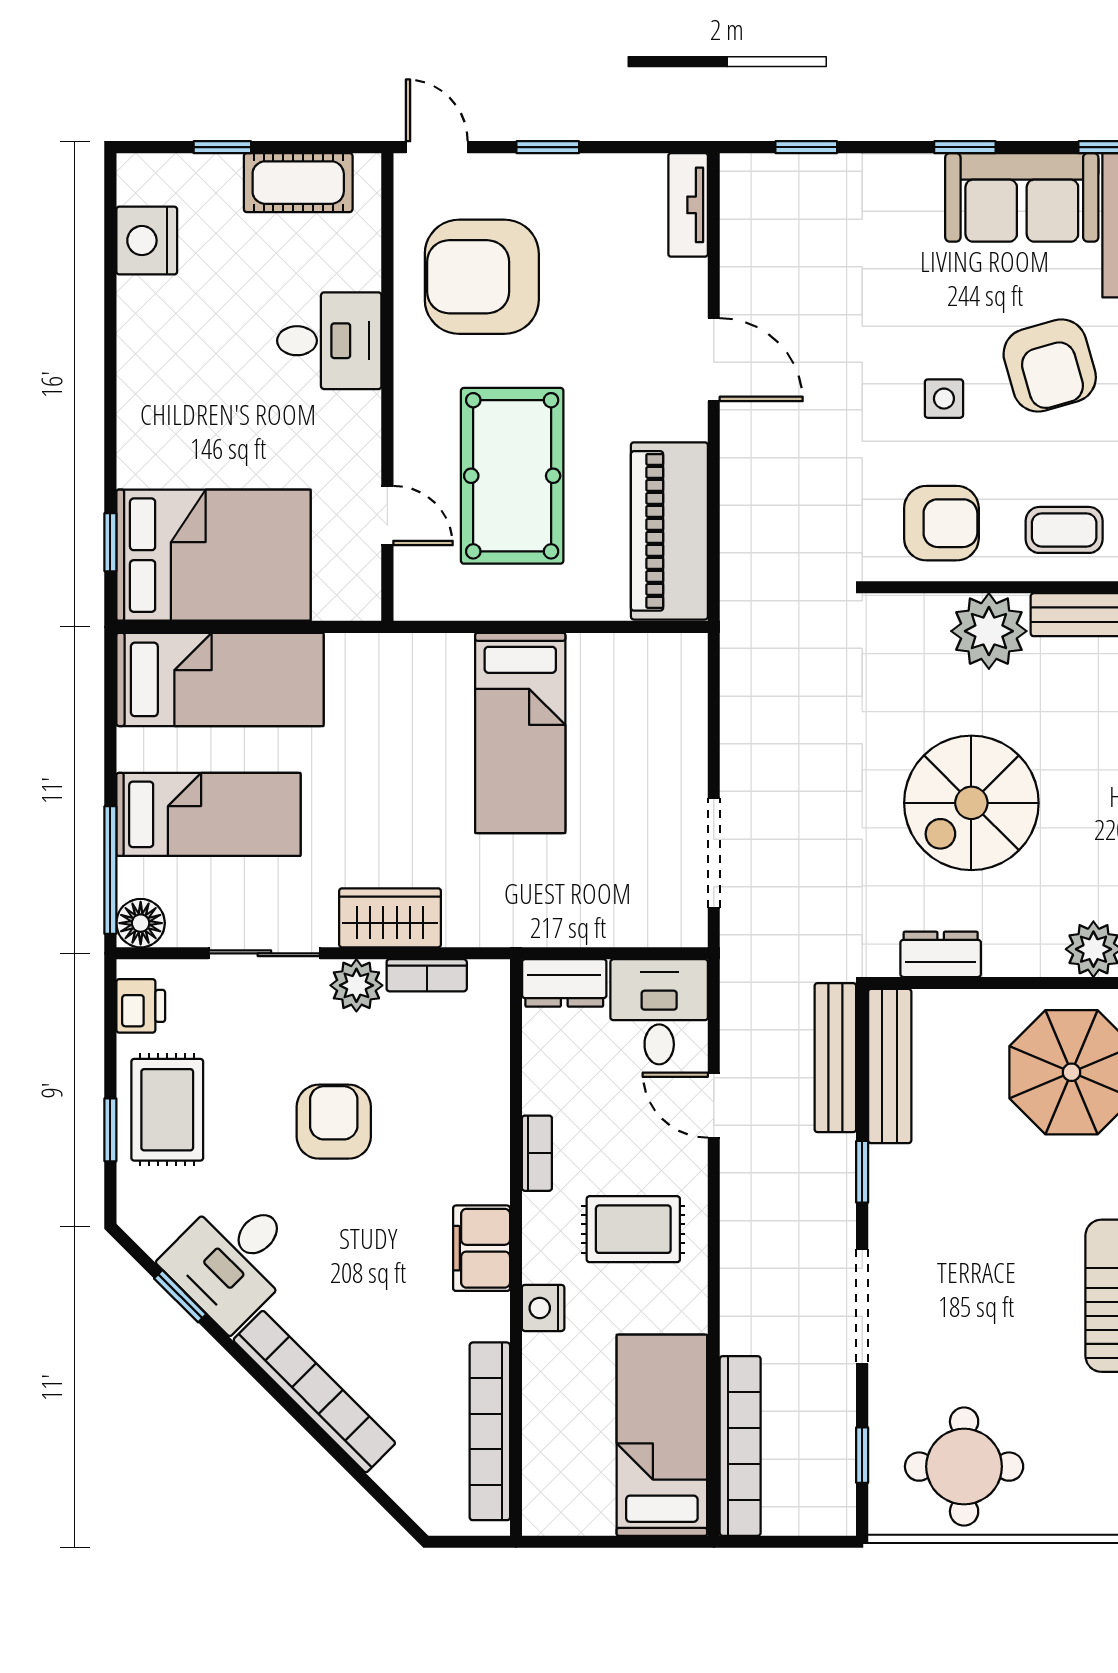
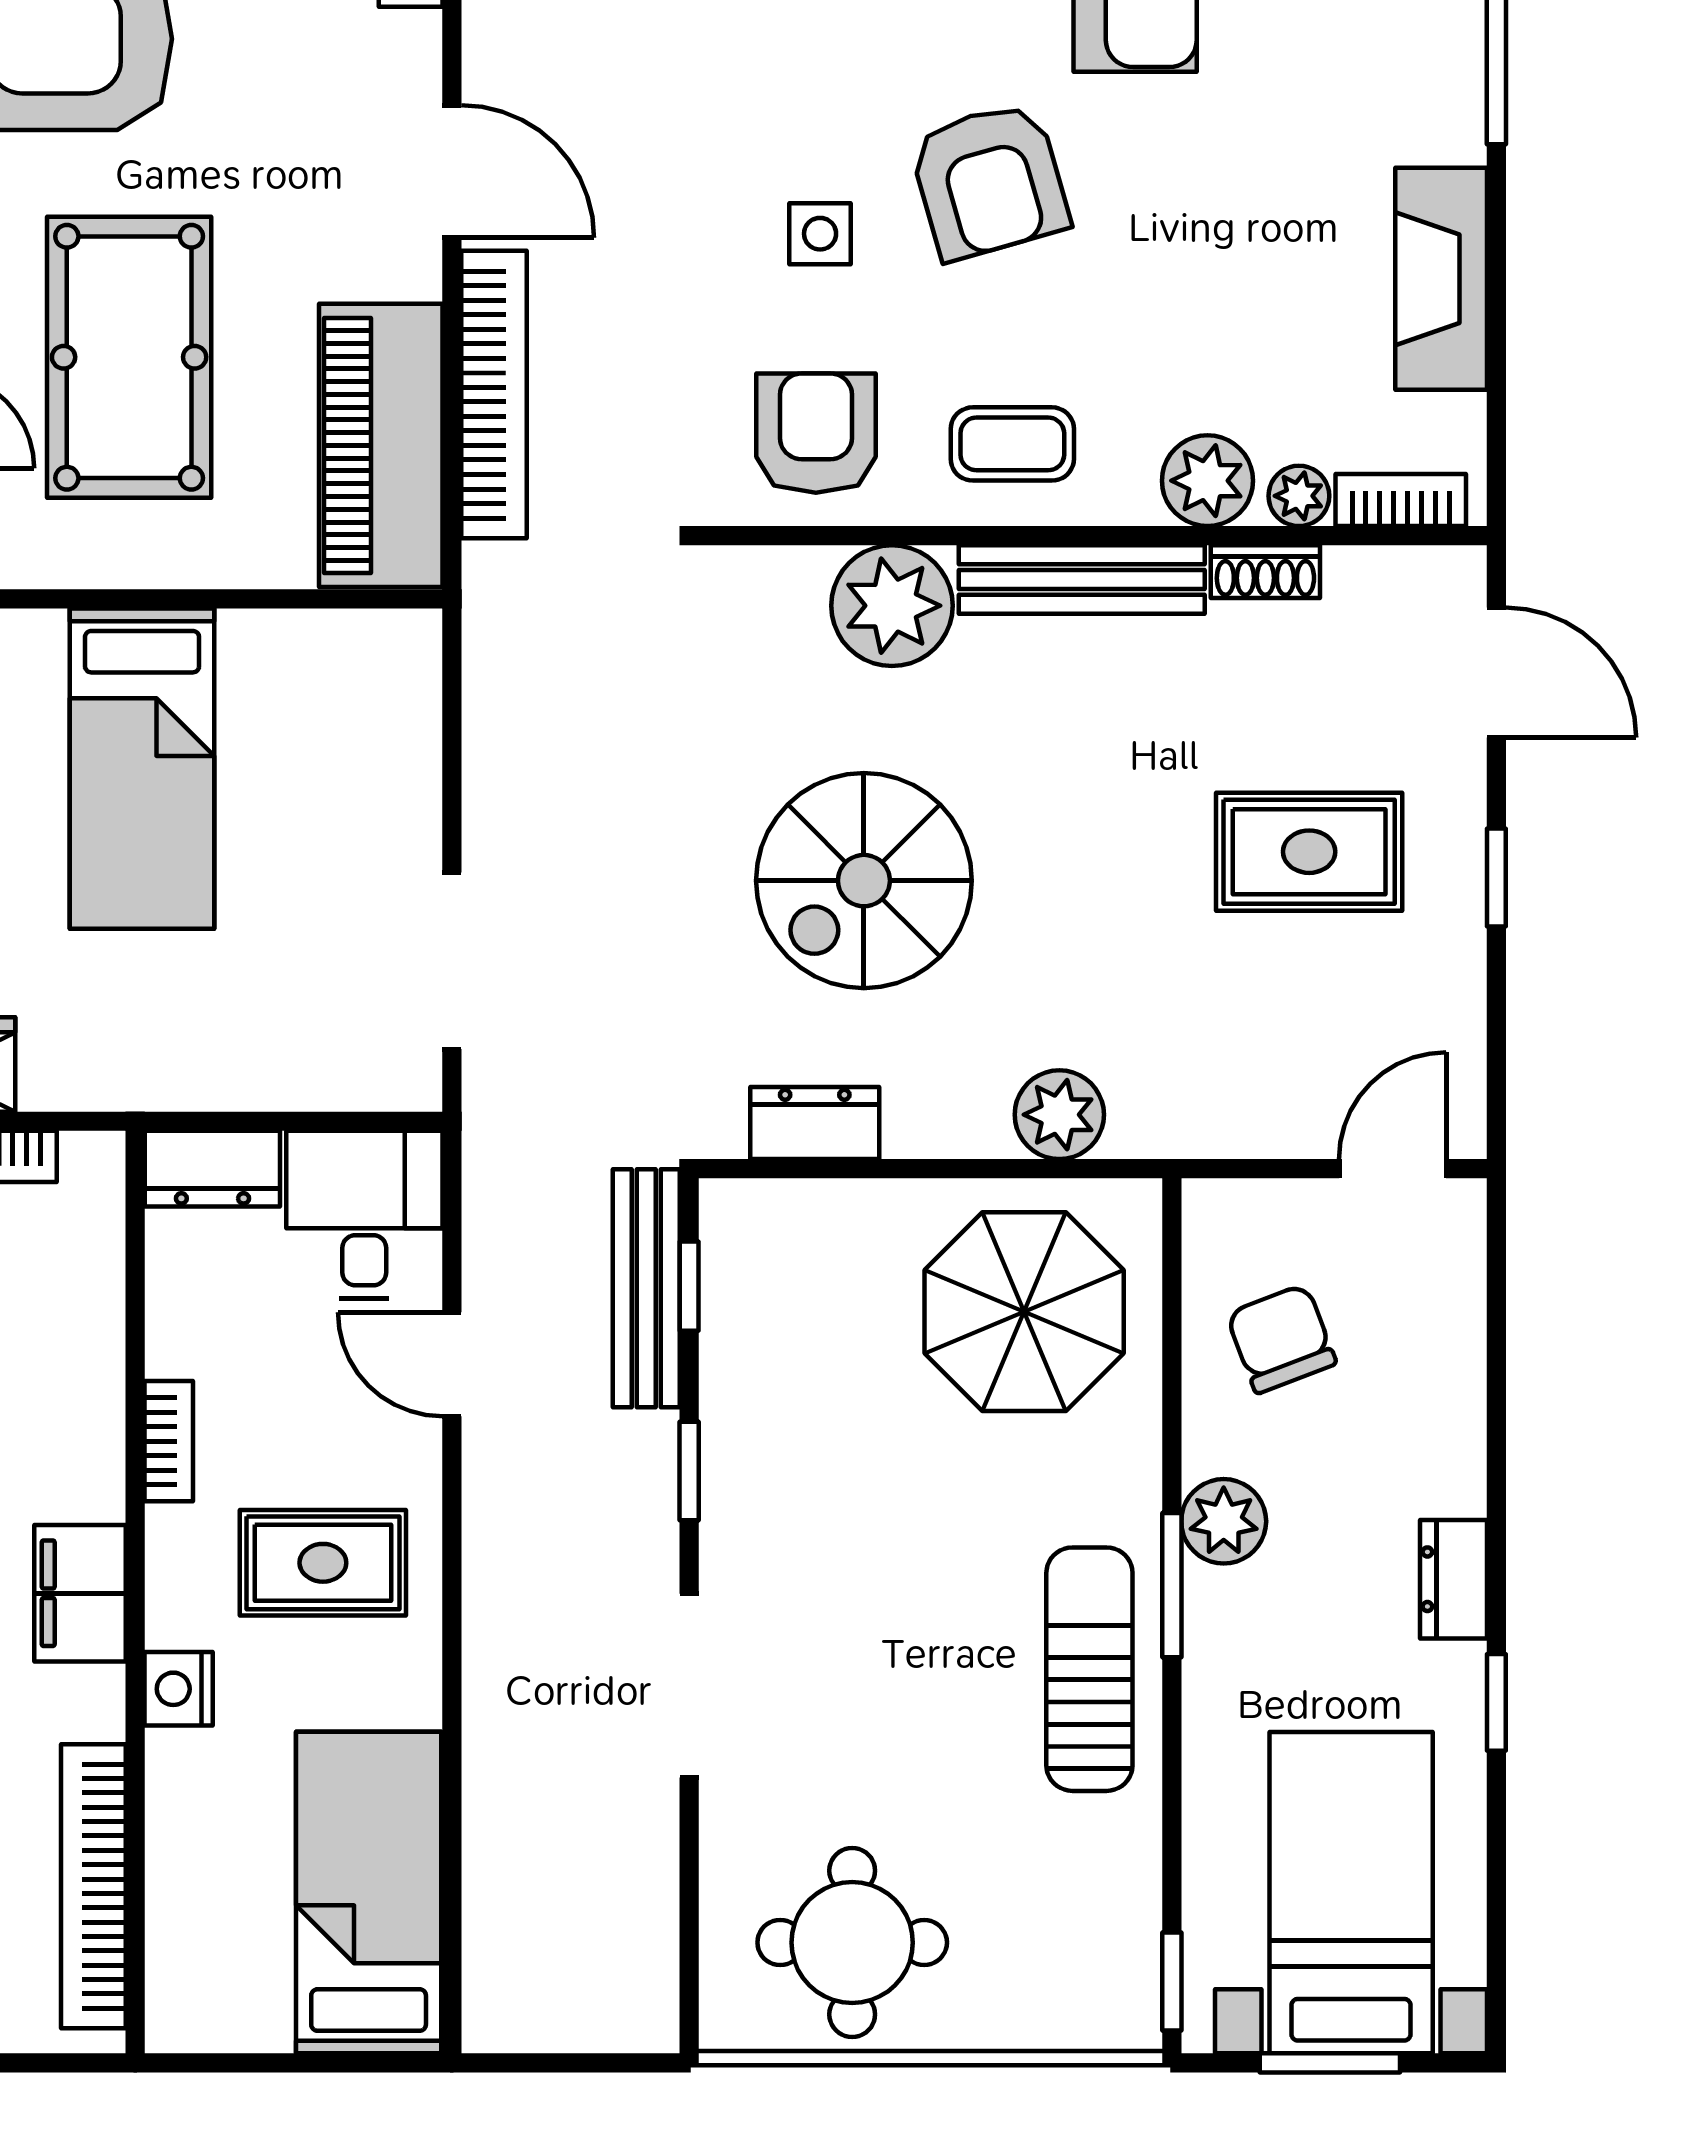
armchair: (941, 523) -> (816, 433), turned -90
bench: (890, 1066) -> (733, 1302), removed
bookcase: (740, 1446) -> (494, 395), moved
window: (862, 1455) -> (689, 1286), moved

